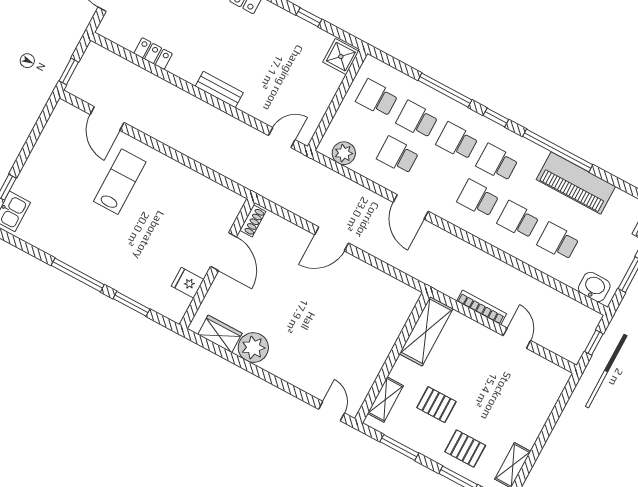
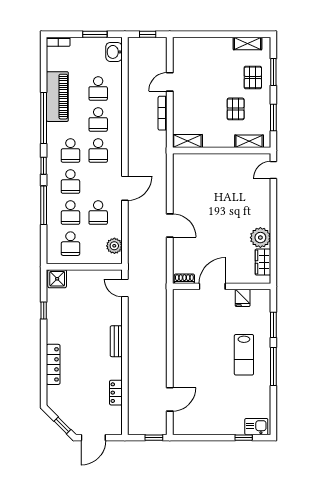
lab bench: (120, 182) -> (244, 355), moved, turned -90
shelving: (426, 331) -> (187, 141), width x0.67, depth x0.75

